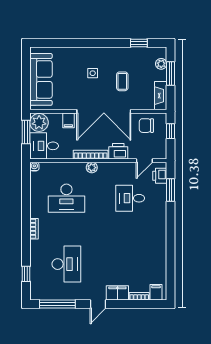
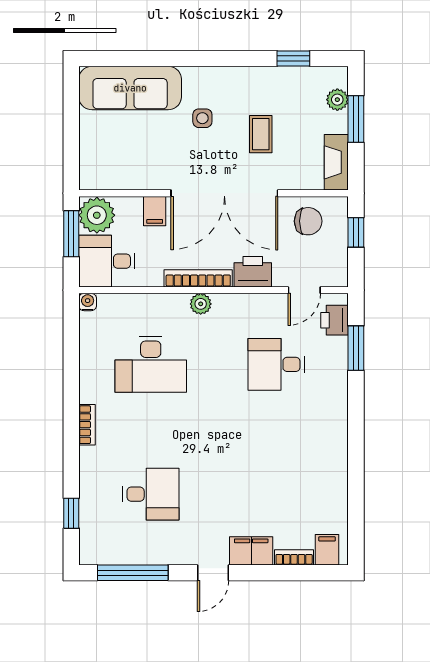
sofa: (41, 79) -> (130, 88), moved, turned 90
chair: (146, 126) -> (308, 221), turned 180
desk: (66, 264) -> (151, 494), width x0.73

